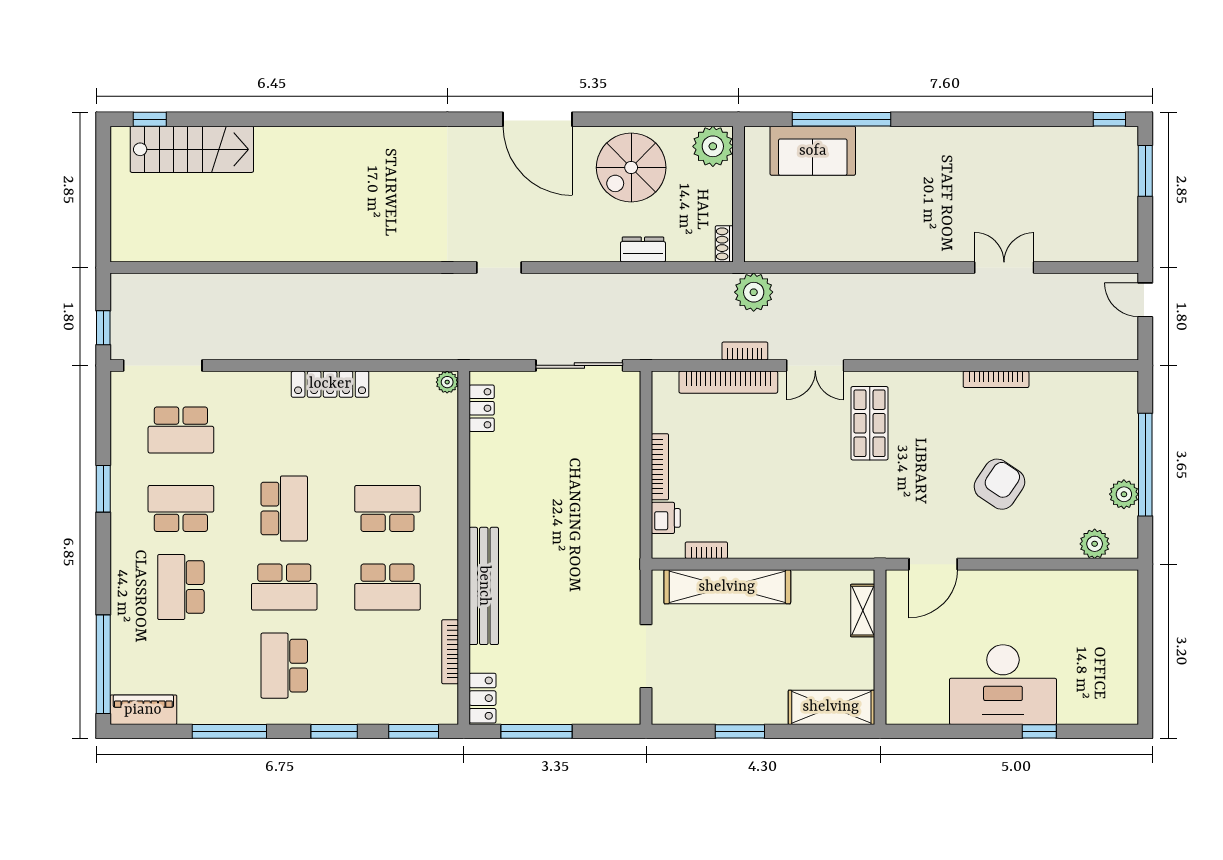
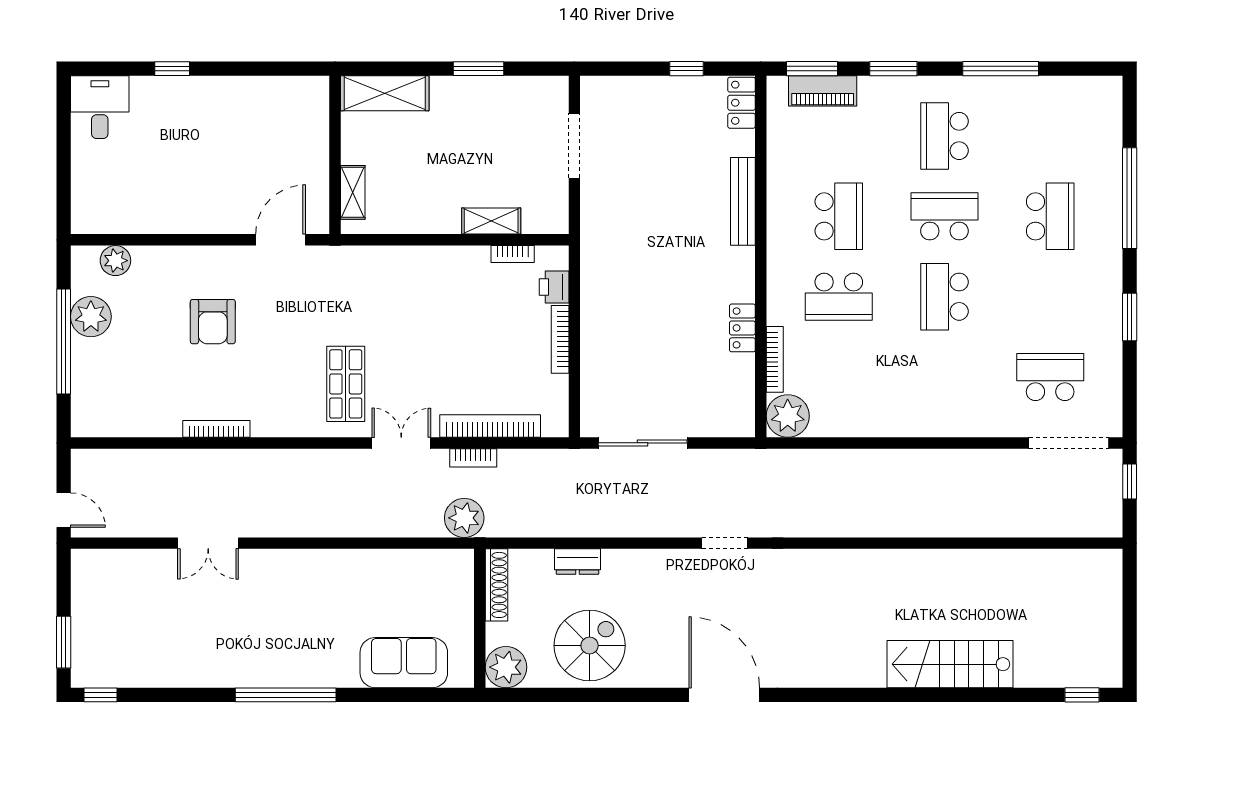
door: (538, 119) -> (724, 695), moved
window: (842, 119) -> (286, 695), moved
stairs: (192, 149) -> (950, 664), moved
shoe rack: (724, 244) -> (496, 585), width x1.94, depth x1.24
plant: (447, 382) -> (788, 416), width x1.87, depth x1.87
locker: (330, 384) -> (898, 424), removed
locker: (482, 408) -> (742, 328), moved
armchair: (999, 484) -> (213, 322), turned -34
plant: (1124, 494) -> (91, 317), width x1.36, depth x1.36
school desk: (181, 508) -> (1050, 297), removed
bench: (484, 586) -> (743, 201), width x0.73, depth x0.82
school desk: (388, 587) -> (839, 216), turned 90
shelving: (727, 587) -> (491, 221), width x0.45, depth x0.75
bookcase: (450, 652) -> (775, 359), moved
window: (103, 664) -> (1130, 198), moved
school desk: (284, 666) -> (944, 136), turned 180
desk: (1003, 685) -> (100, 107), moved, width x0.53, depth x0.77
piano: (143, 710) -> (823, 91), moved
window: (536, 731) -> (686, 69), width x0.46

